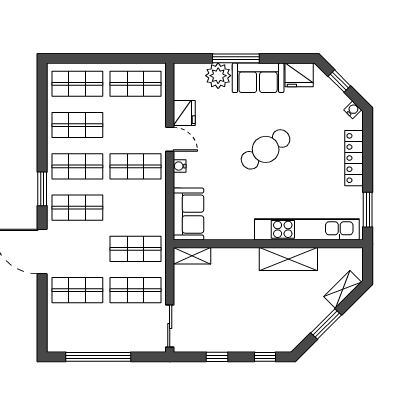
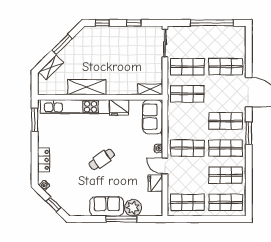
fridge: (299, 75) -> (119, 107), moved, turned 180
cafe table: (266, 149) -> (102, 159), width x0.73, depth x0.74
locker: (354, 158) -> (44, 160), width x0.66

